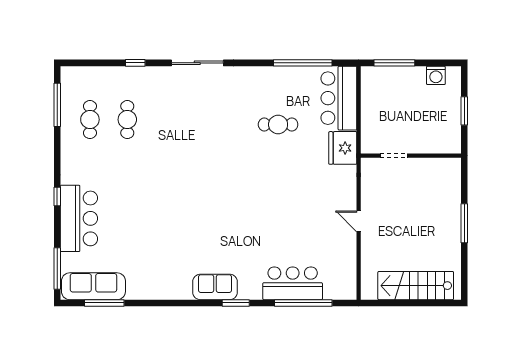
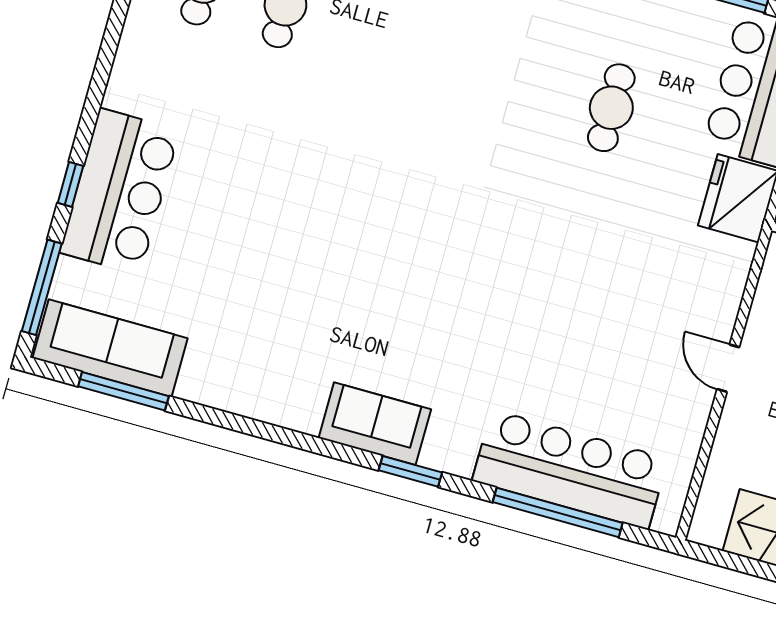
cafe table: (278, 124) -> (611, 108), turned 90
window: (57, 196) -> (71, 184), moved
bar counter: (293, 283) -> (570, 470), width x1.36

